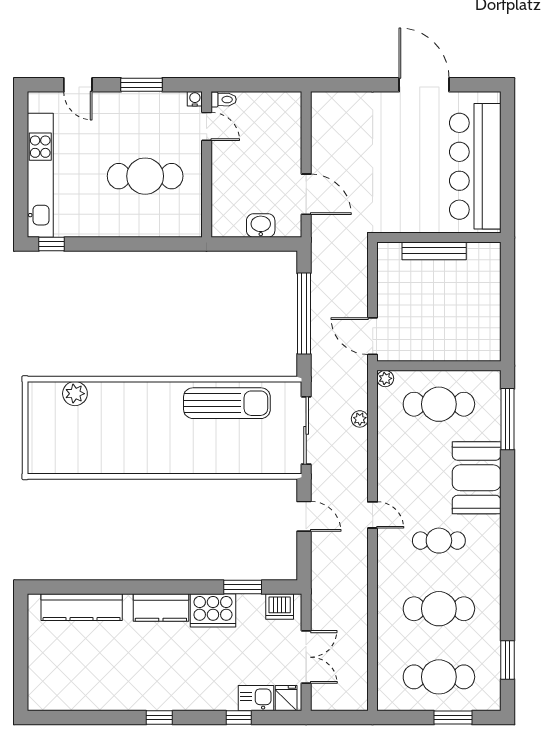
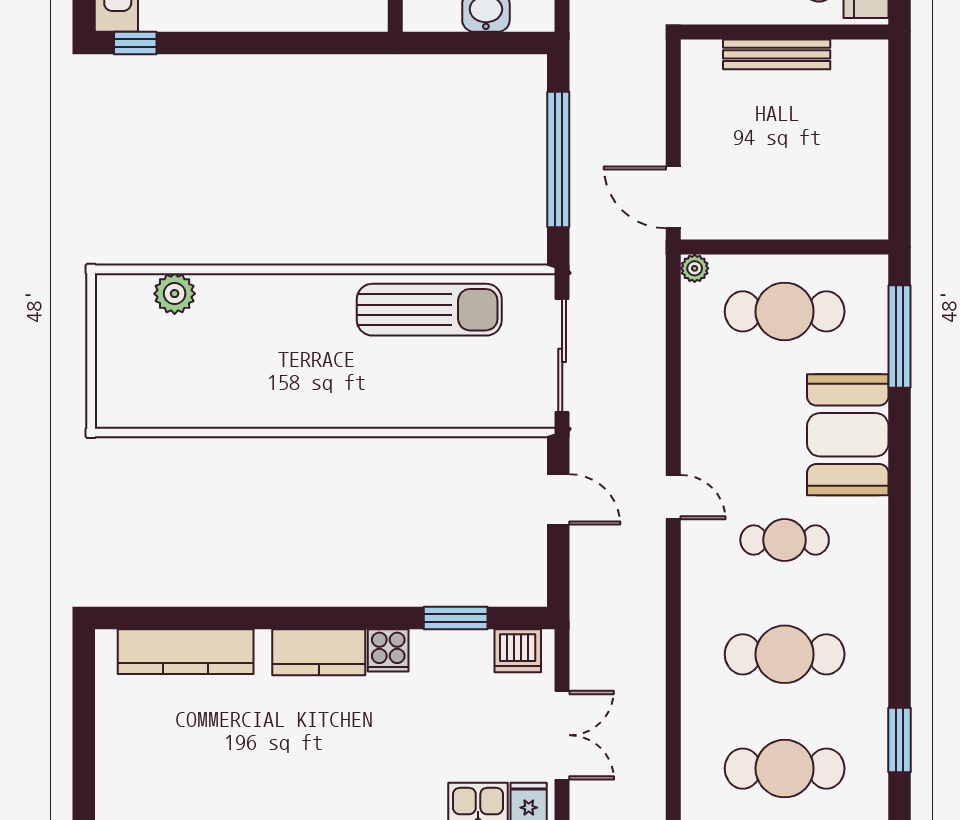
plant: (360, 419) -> (652, 336), removed
cooker: (213, 610) -> (388, 650), width x0.53, depth x0.76

